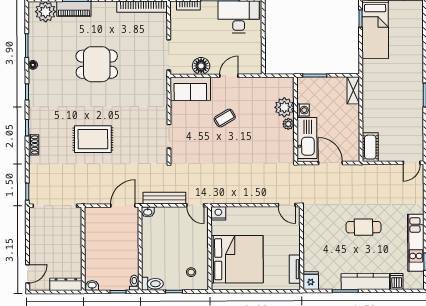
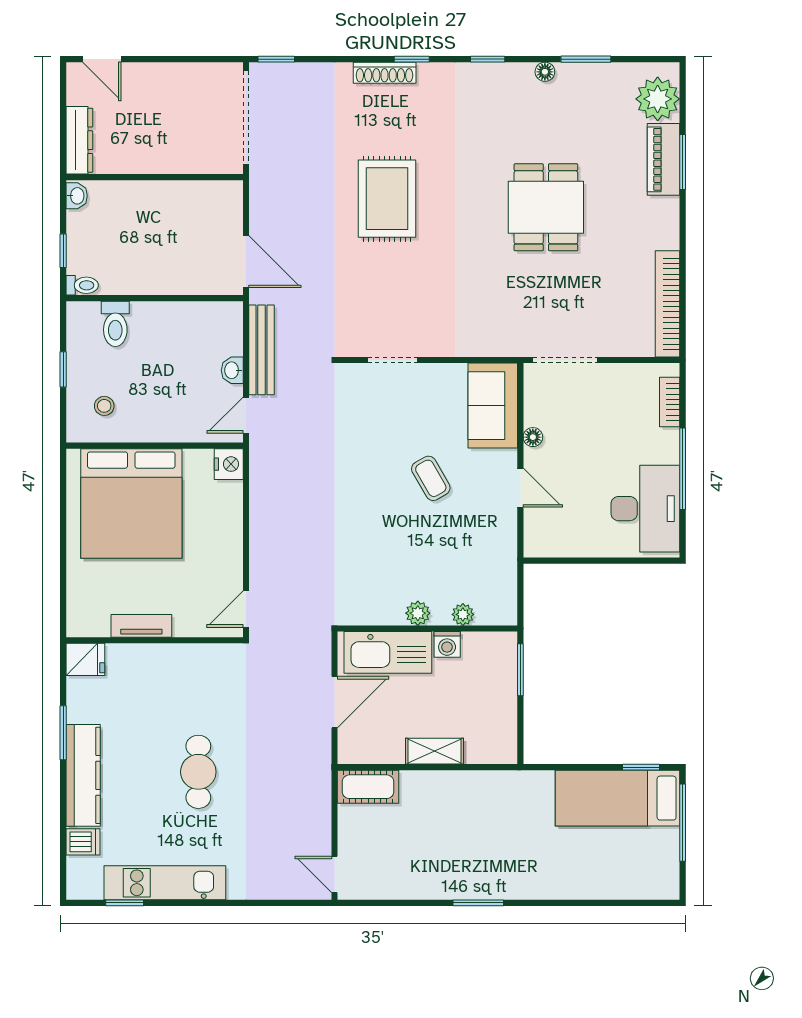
floor lamp: (201, 66) -> (533, 437), width x0.53, depth x0.53
shelving: (353, 90) -> (435, 751), moved
plant: (284, 107) -> (463, 614), width x0.53, depth x0.53
shoe rack: (34, 145) -> (385, 73), width x1.43
washbasin: (148, 212) -> (232, 370), moved
tv unit: (295, 269) -> (141, 626), moved
toilet: (152, 284) -> (115, 324), moved

